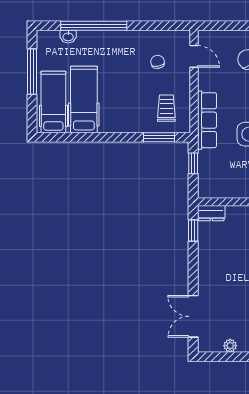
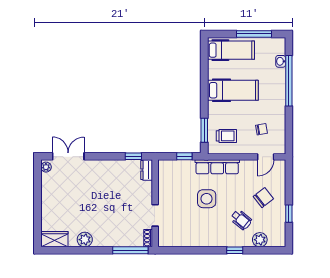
hospital bed: (84, 99) -> (233, 90), moved
plant: (230, 346) -> (46, 167), moved

